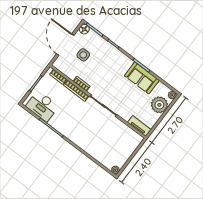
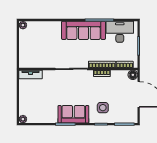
floor lamp: (84, 29) -> (133, 75), moved
side table: (83, 55) -> (103, 108), moved
sofa: (142, 78) -> (73, 114), moved
plant: (159, 105) -> (27, 104), removed
sofa: (70, 129) -> (84, 30), added

